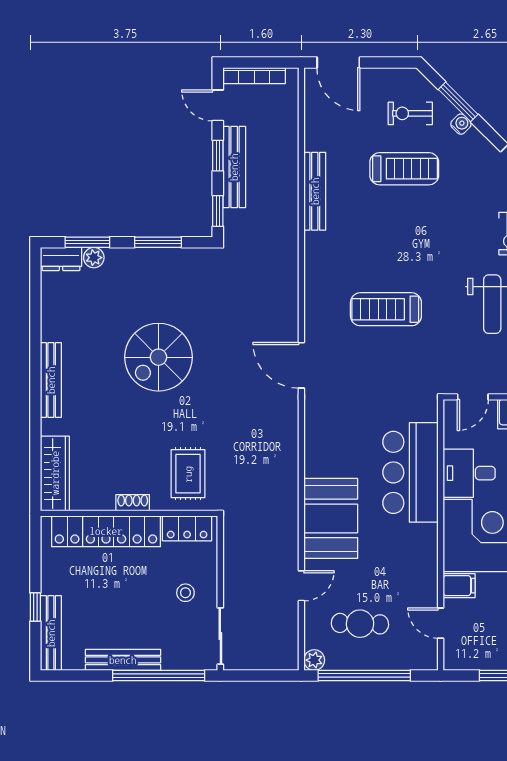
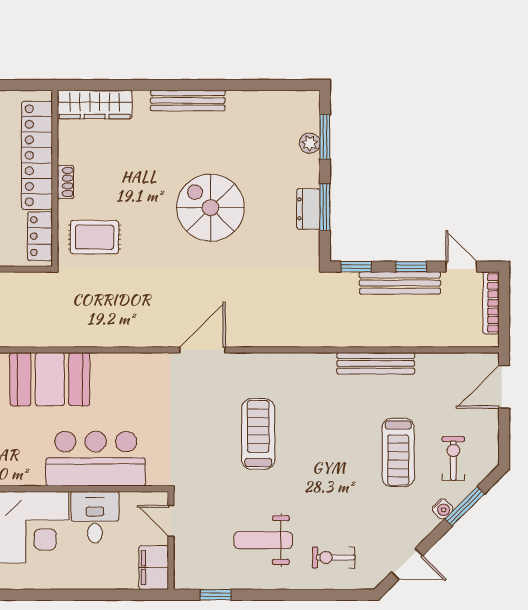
door: (218, 105) -> (461, 267), hinge flipped
dresser: (61, 259) -> (308, 209), moved

